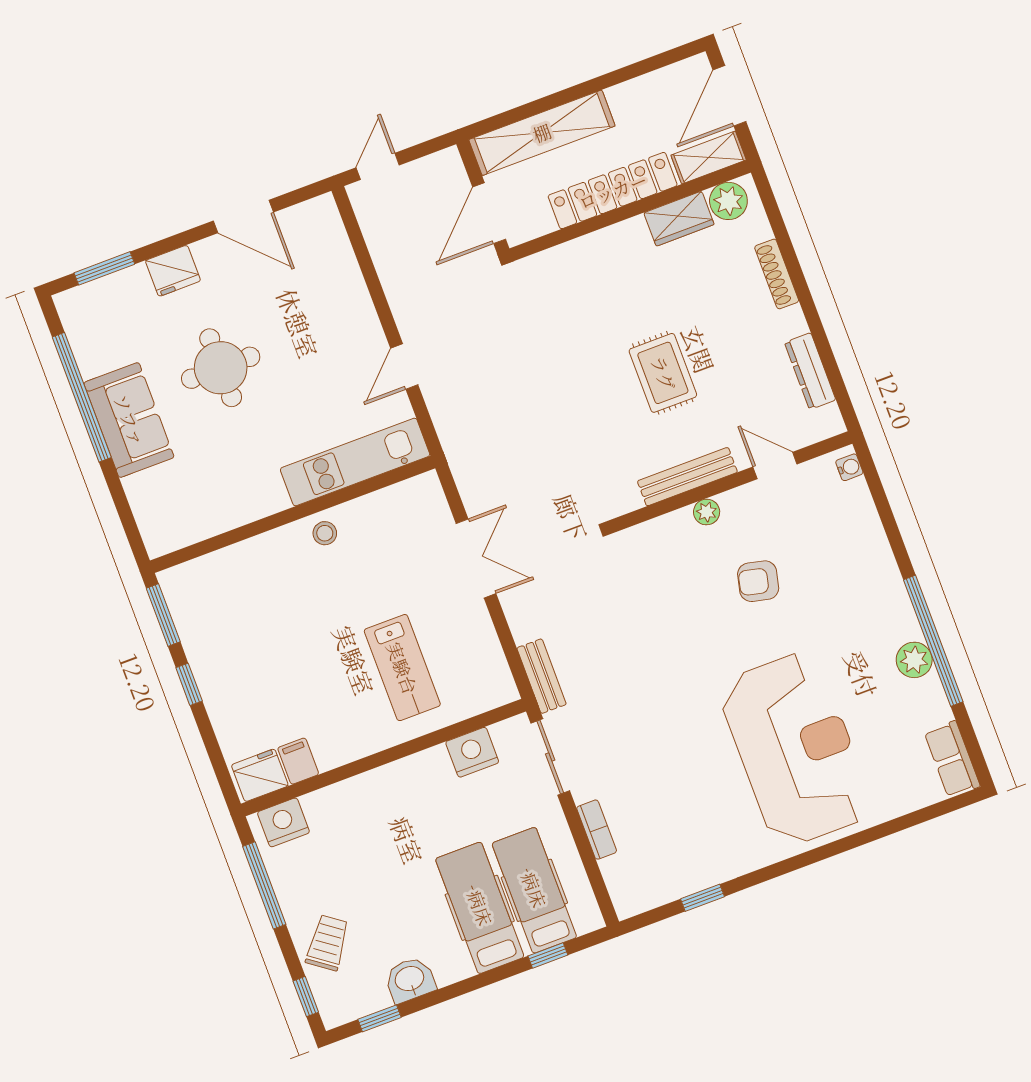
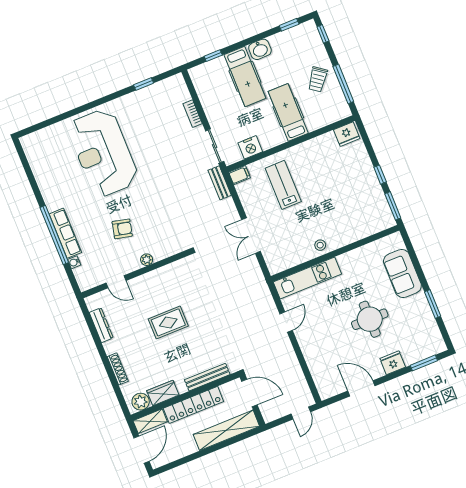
door: (489, 213) -> (249, 393), hinge flipped
rug: (663, 373) -> (168, 322), turned 90
window: (82, 397) -> (433, 304), width x0.47
sofa: (129, 420) -> (402, 273), moved
water cooler: (849, 467) -> (74, 262), moved
bench: (687, 477) -> (207, 377), moved
window: (933, 641) -> (54, 235), moved
plant: (914, 660) -> (50, 195), removed
row of seats: (952, 759) -> (65, 233), moved, width x1.48
filing cabinet: (298, 761) -> (240, 175), moved, turned -90
nightstand: (283, 822) -> (335, 113), removed
hospital bed: (534, 890) -> (288, 112), moved, turned 180
trolley: (328, 943) -> (318, 79), moved
washbasin: (410, 980) -> (260, 49), moved

